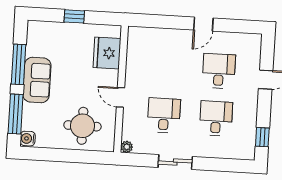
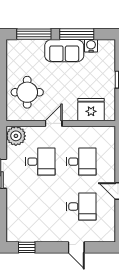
desk: (216, 118) -> (81, 162), moved
water cooler: (28, 139) -> (91, 46), moved
plant: (127, 147) -> (16, 136), width x1.87, depth x1.87

